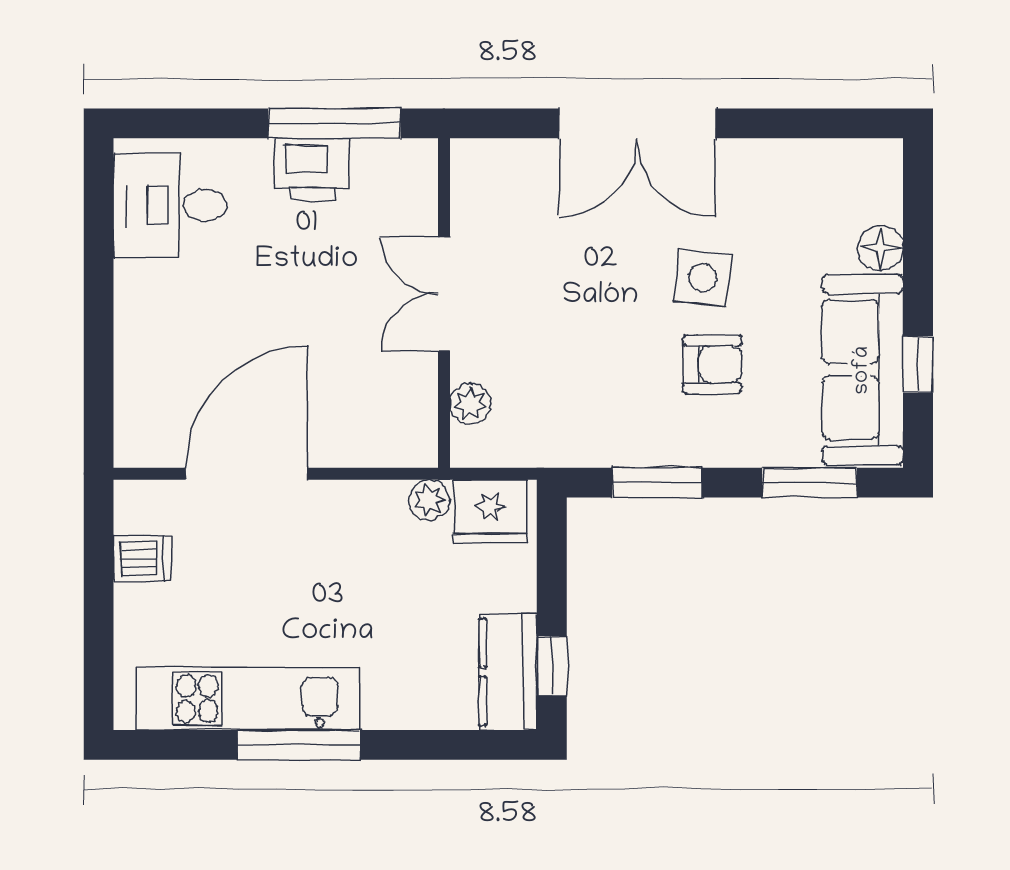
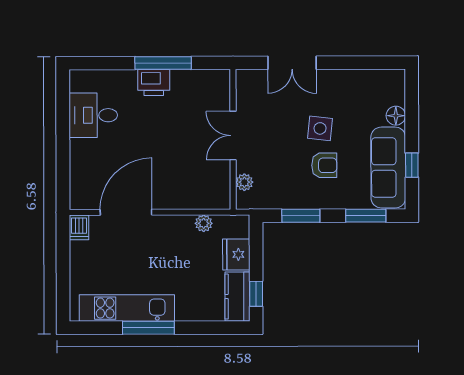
double door: (637, 123) -> (292, 63), width x0.73
desk: (170, 205) -> (93, 115), moved
double door: (444, 294) -> (233, 136), moved
wall: (444, 303) -> (233, 139), moved
plant: (470, 404) -> (244, 182), moved
fridge: (490, 511) -> (236, 254), moved, turned 90
dishwasher: (143, 559) -> (79, 227), moved, turned 90

